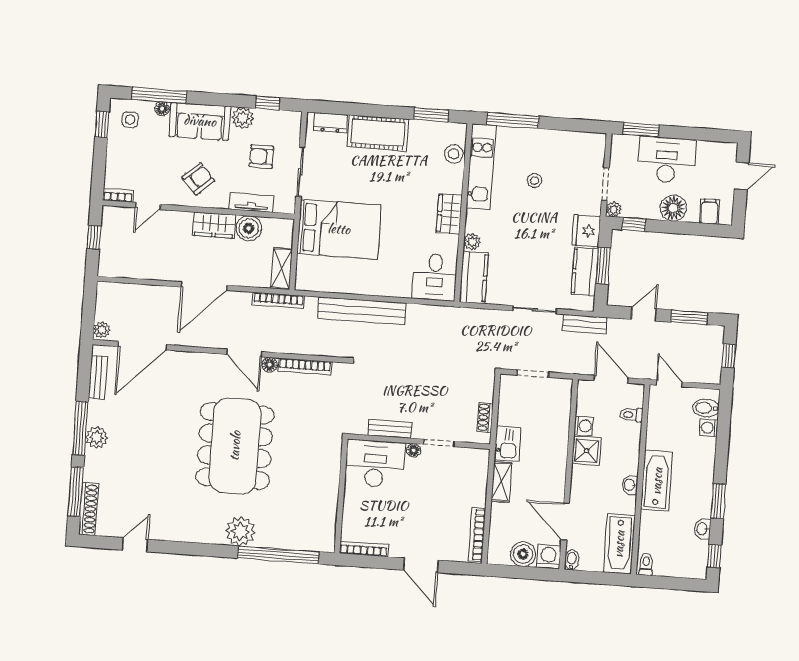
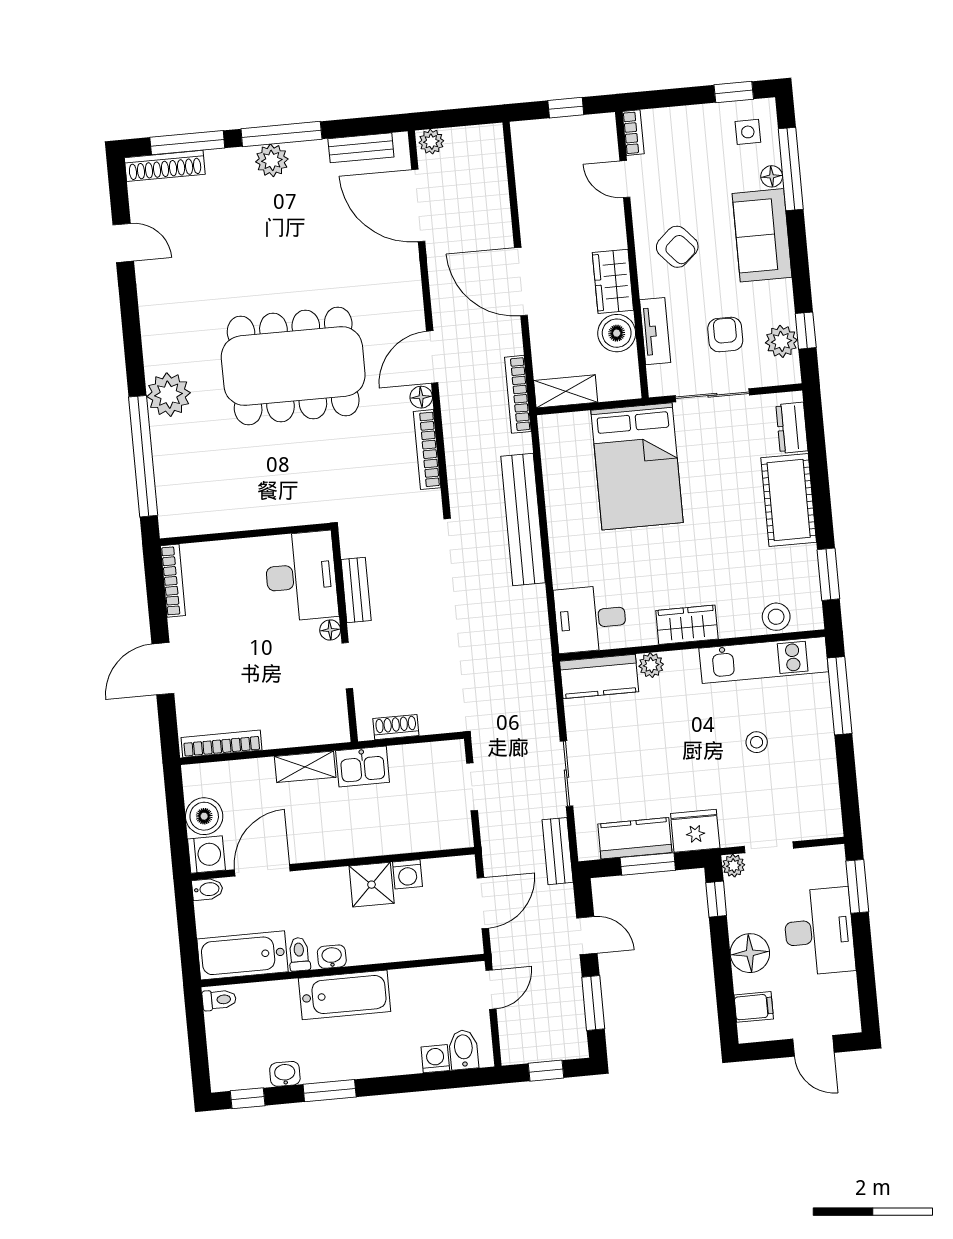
plant: (243, 118) -> (781, 341), moved
toilet: (631, 415) -> (299, 954), moved

